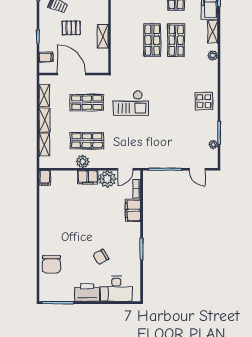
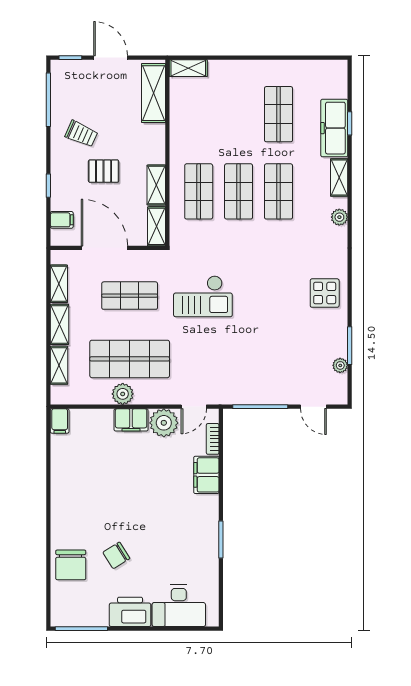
shop shelf: (128, 40) -> (199, 191), added
shelving: (103, 61) -> (157, 226), added
shop shelf: (87, 141) -> (130, 359), width x1.43, depth x1.36
chair: (101, 257) -> (116, 555), moved

